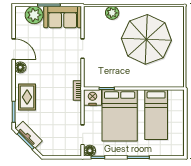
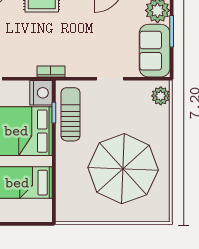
plant: (112, 13) -> (161, 96), moved
sun lounger: (108, 77) -> (71, 114), added

